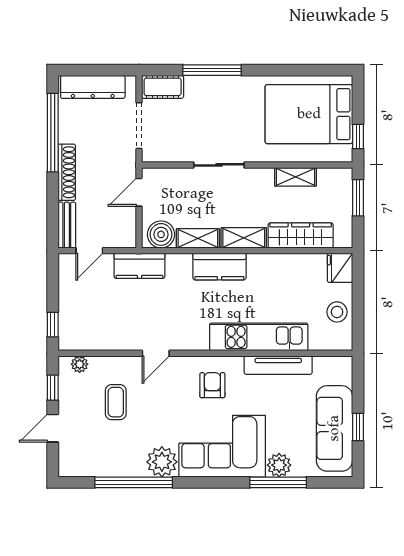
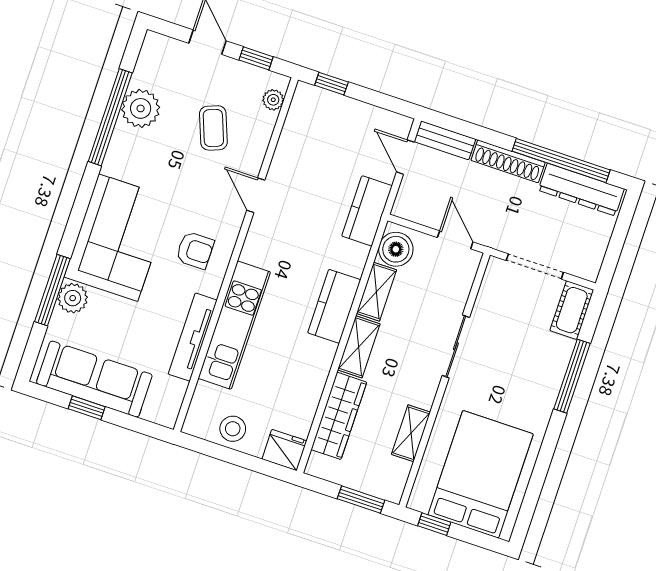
dresser: (93, 87) -> (581, 190), moved, turned -90
coffee table: (116, 402) -> (213, 128), turned 69
plant: (162, 462) -> (141, 108), moved

